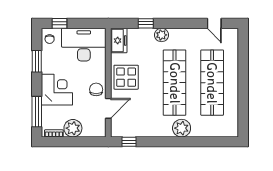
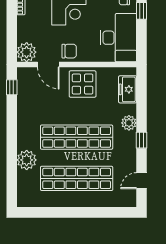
window: (146, 23) -> (142, 140), moved
freezer: (119, 41) -> (128, 89), moved, turned 90
plant: (73, 128) -> (27, 52), moved
plant: (182, 128) -> (27, 160), moved

